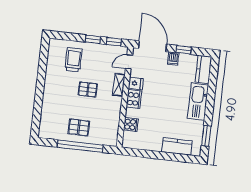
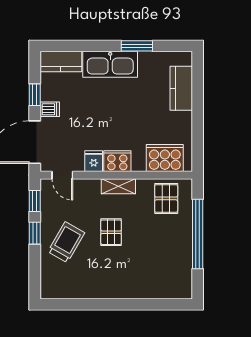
trolley: (74, 60) -> (66, 242), moved, turned 120
shelving: (119, 85) -> (118, 186), moved
cooker: (131, 125) -> (165, 158), width x1.87, depth x1.31
pallet: (79, 127) -> (166, 198), moved
window: (206, 136) -> (137, 46), moved

